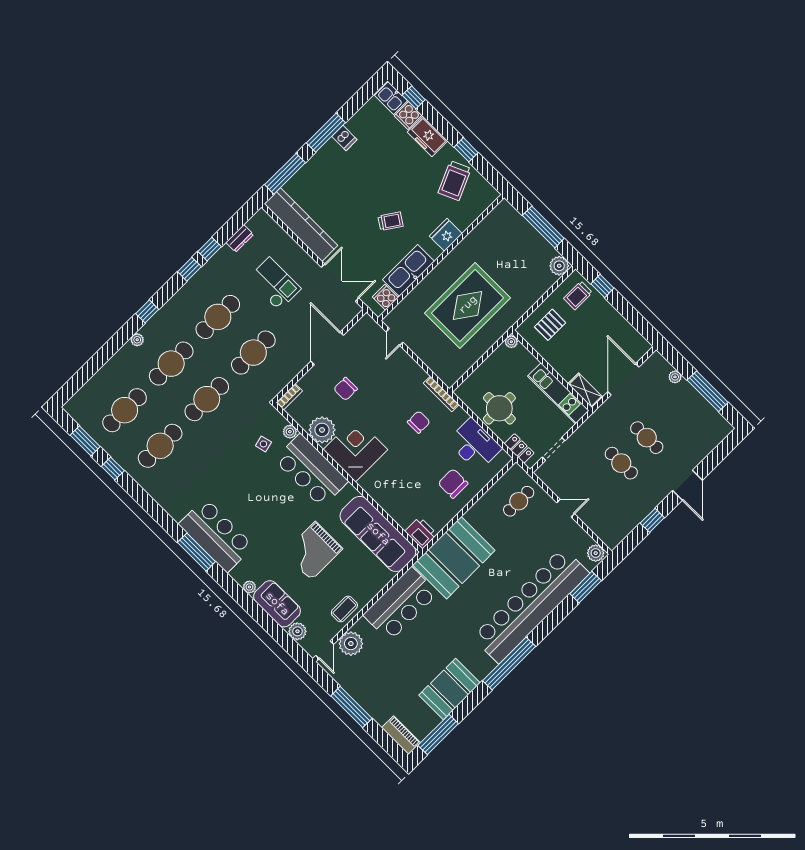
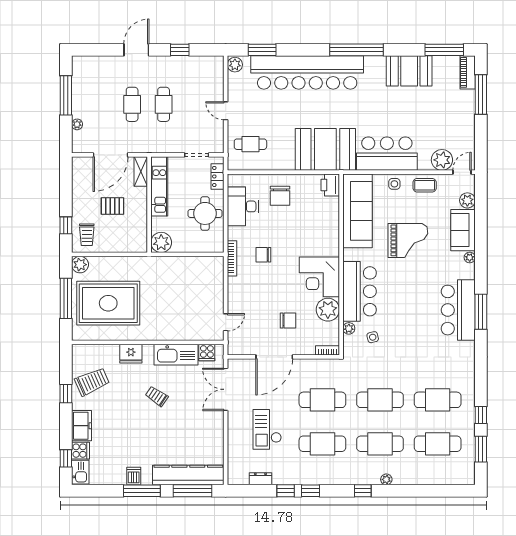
kitchen counter: (301, 225) -> (188, 475), moved, turned 90
trolley: (578, 295) -> (87, 235), turned 90
rug: (468, 305) -> (108, 303), moved
pallet: (550, 325) -> (112, 206), moved
plant: (511, 342) -> (161, 242), width x1.88, depth x1.88
side table: (370, 586) -> (394, 184), added
window: (351, 707) -> (481, 95), moved

